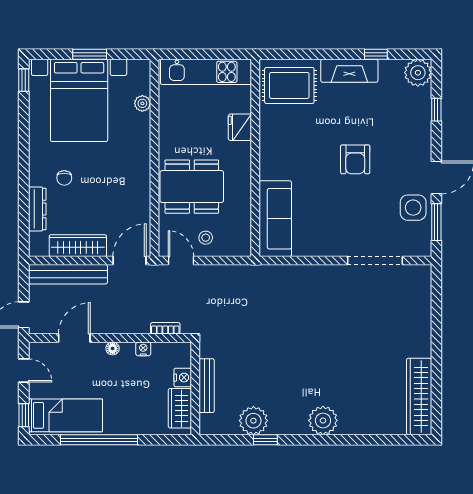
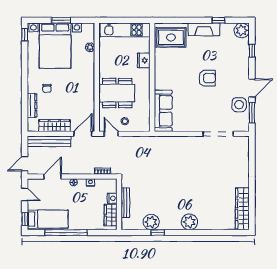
armchair: (355, 159) -> (207, 78), turned -90

